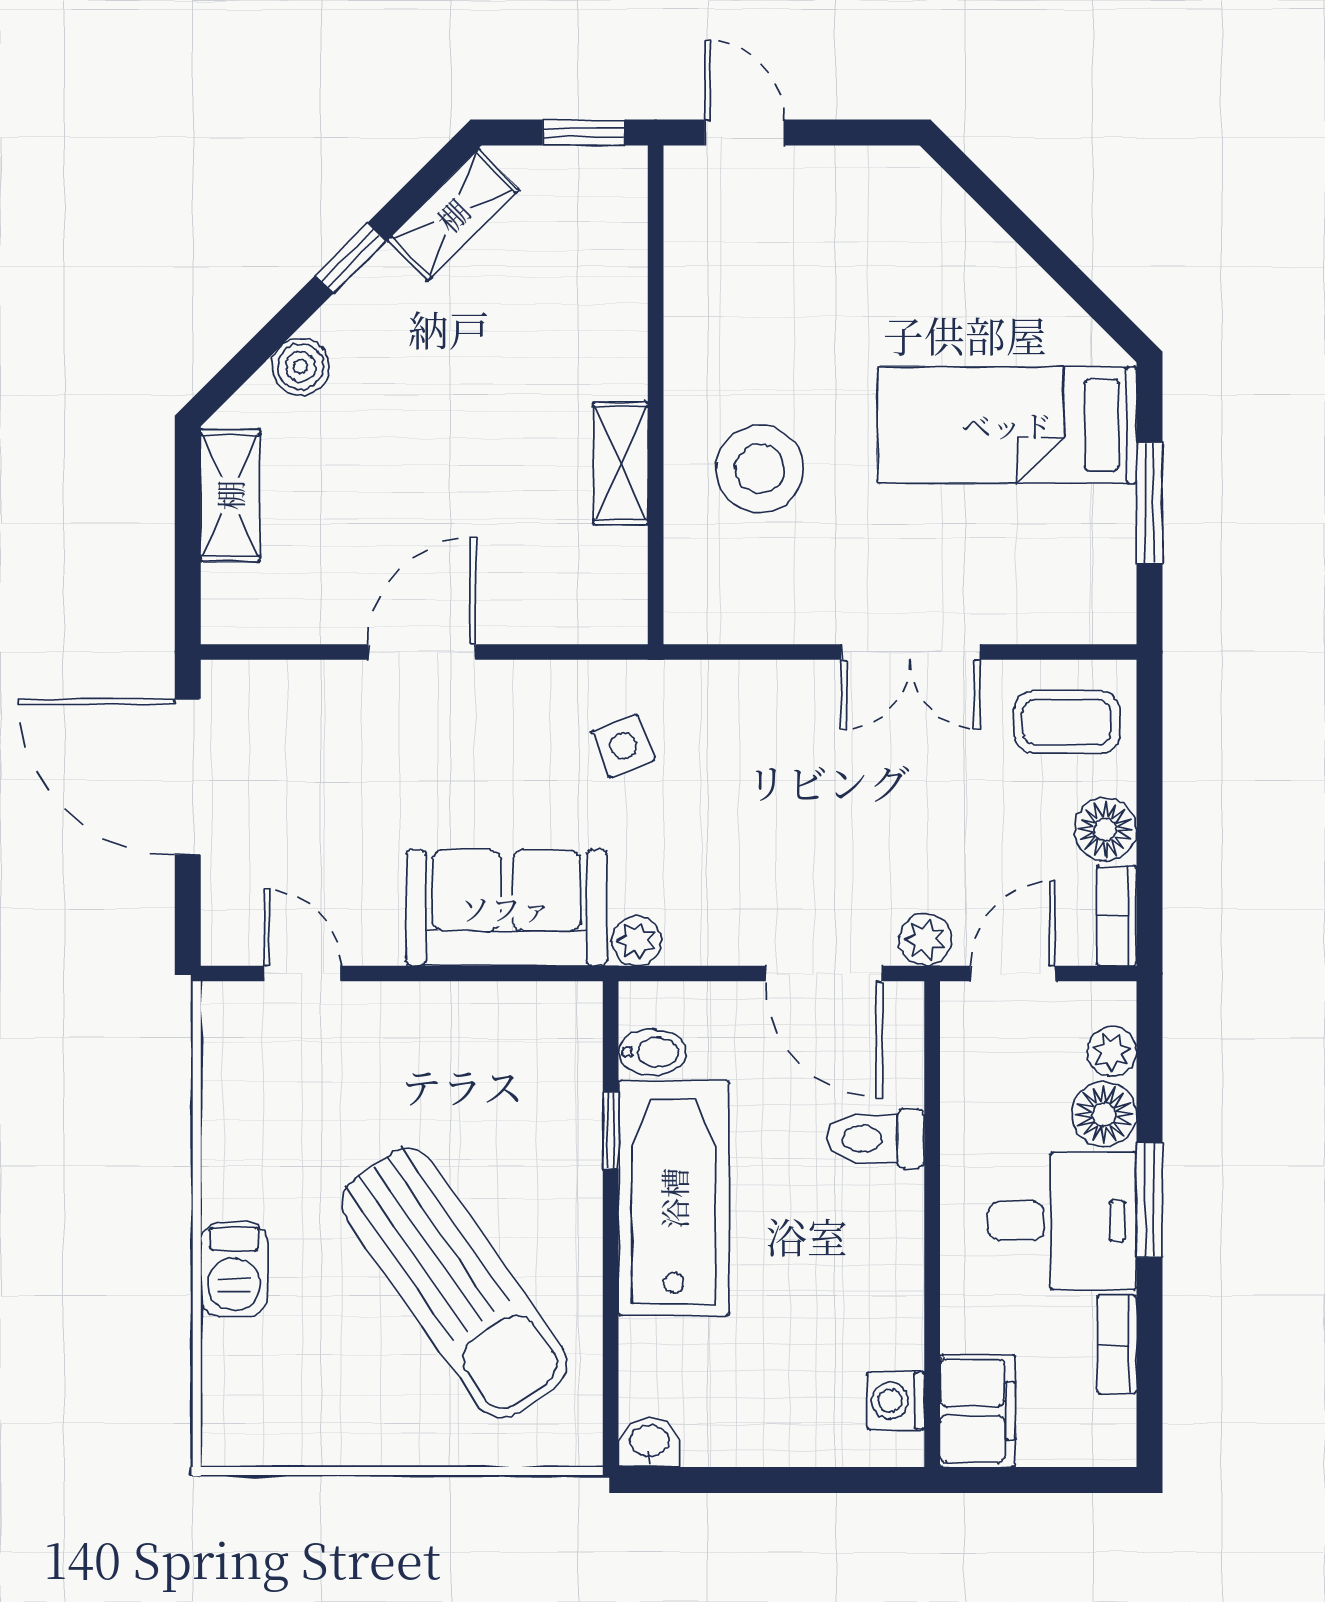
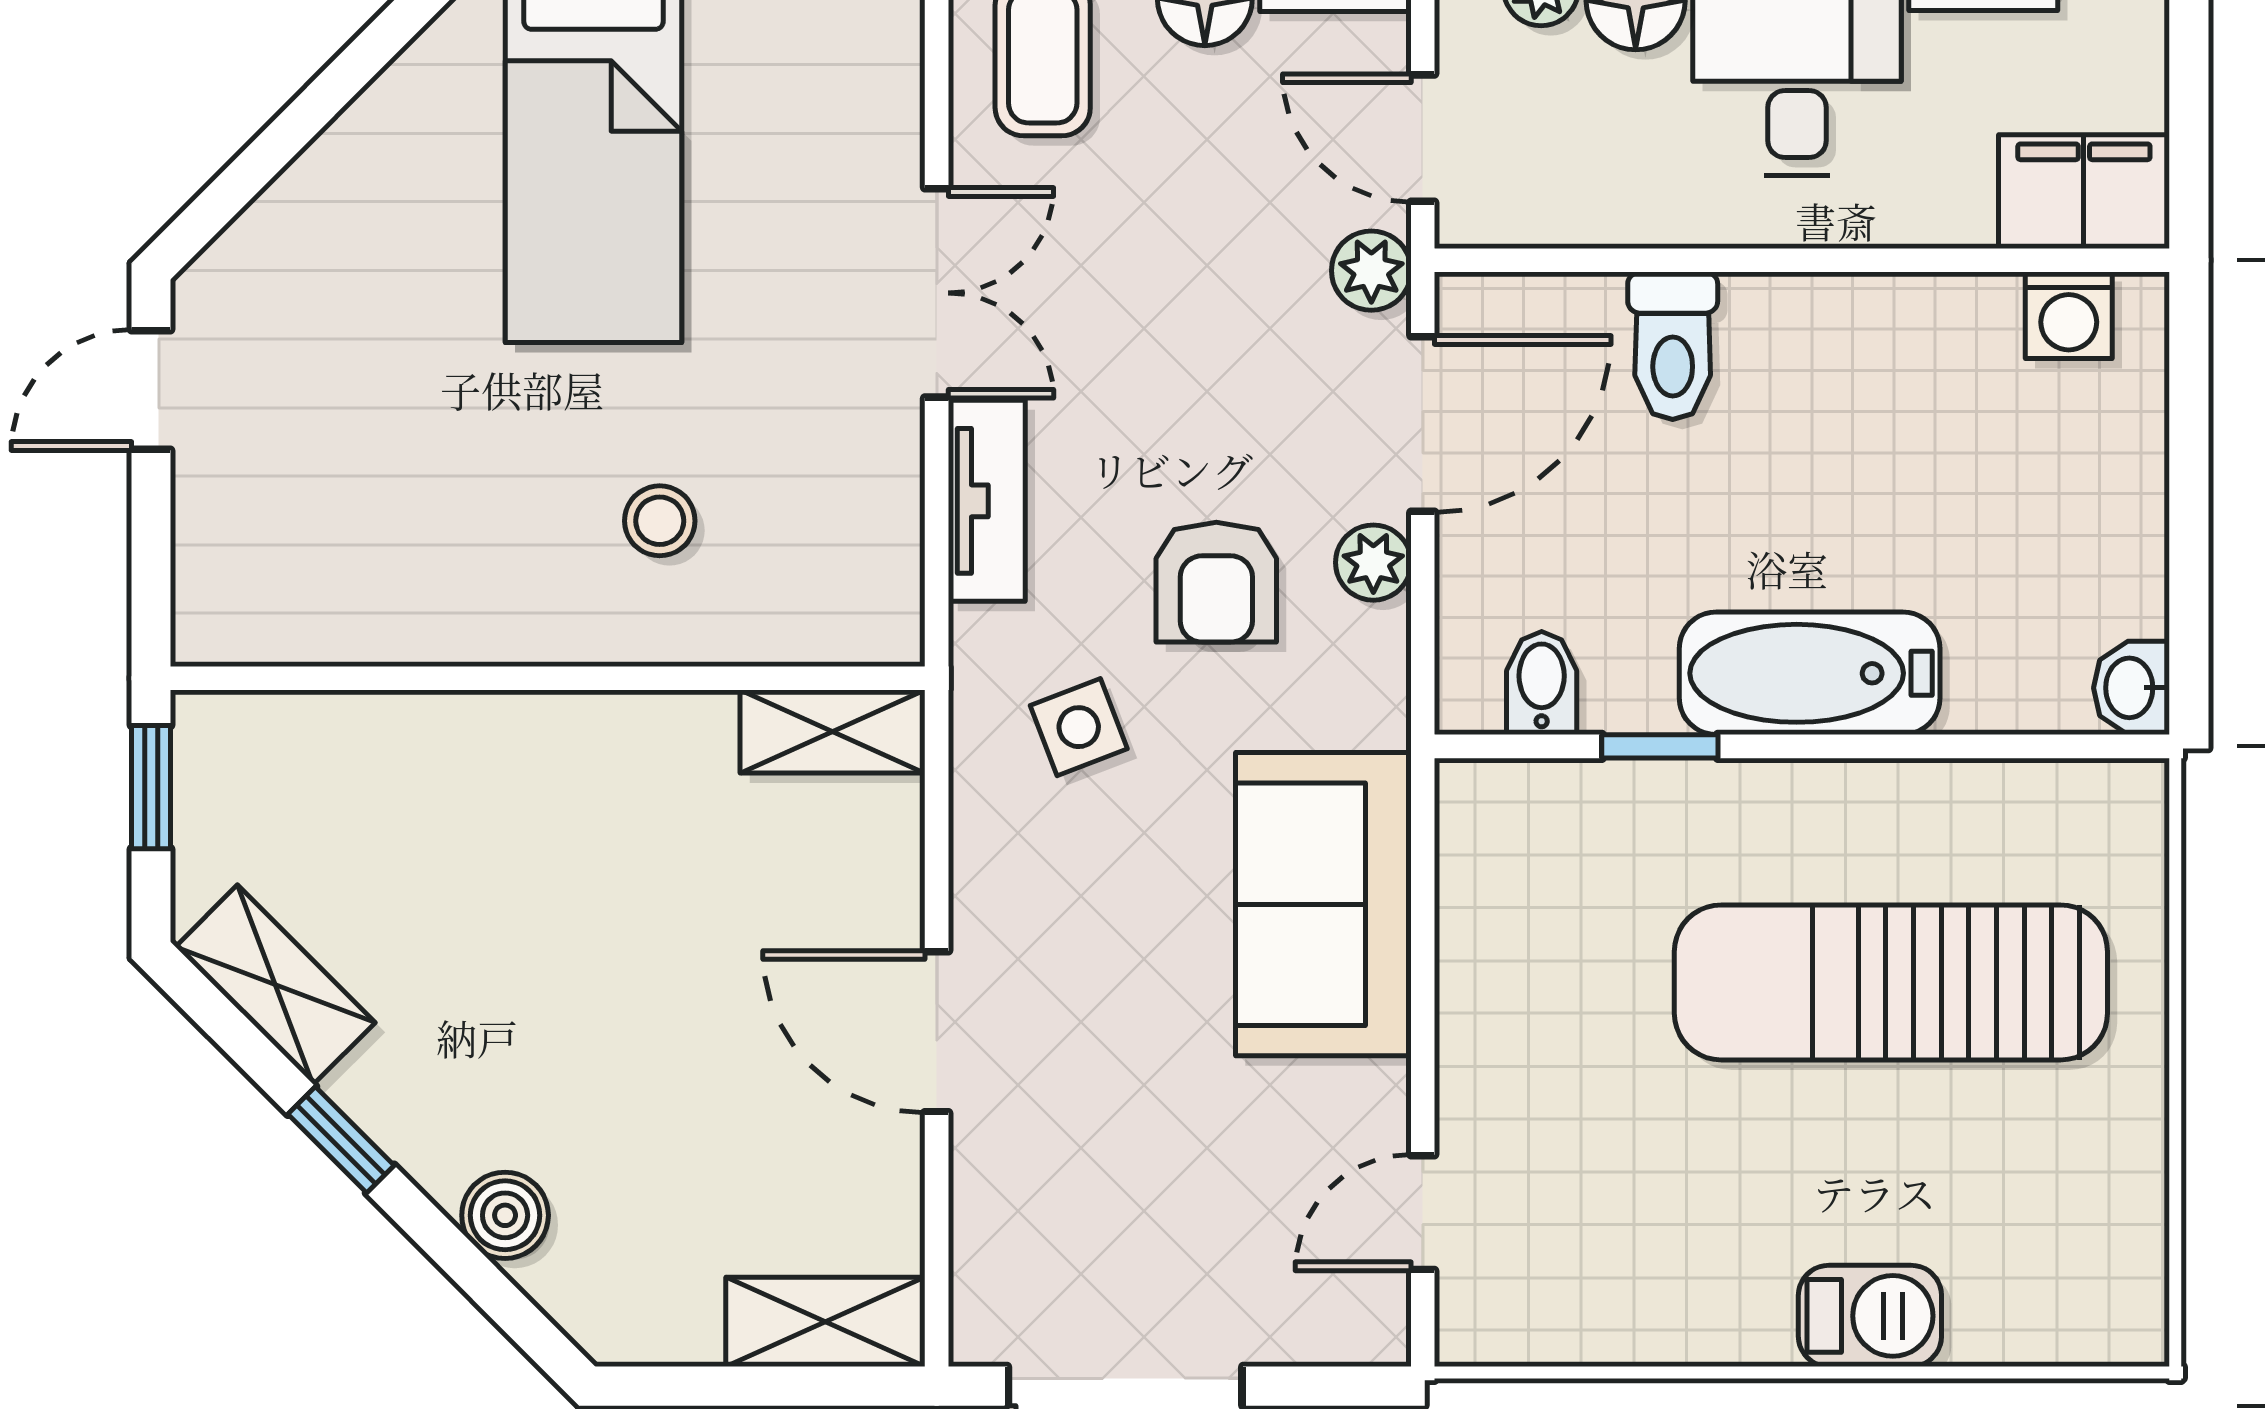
door: (745, 133) -> (151, 390), moved
shelving: (620, 463) -> (833, 732), moved
stool: (760, 469) -> (660, 521), width x0.53, depth x0.53
shelving: (230, 495) -> (825, 1322), moved
tv unit: (773, 685) -> (987, 501), added
armchair: (719, 837) -> (1216, 582), added
plant: (637, 941) -> (1373, 563), moved
bathtub: (674, 1198) -> (1810, 673), width x0.73, depth x0.73
sun lounger: (455, 1283) -> (1891, 982), turned -145

